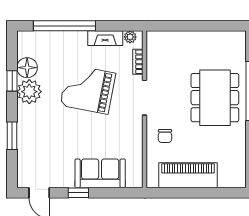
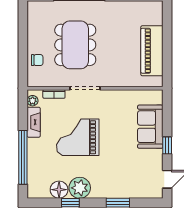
grand piano: (88, 89) -> (78, 137), turned 79
dining table: (215, 98) -> (75, 45), moved, turned 90
chair: (165, 136) -> (37, 60), moved

